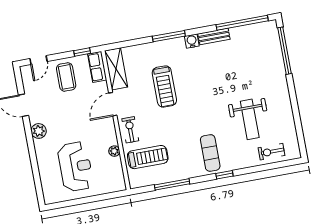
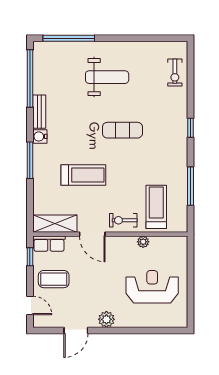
weight bench: (250, 119) -> (107, 77), moved
exercise mat: (210, 153) -> (122, 130), moved

